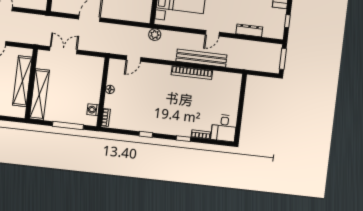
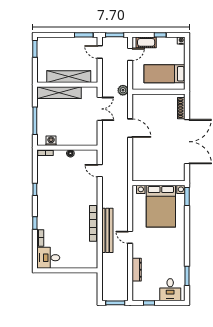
plant: (155, 35) -> (123, 90), moved

